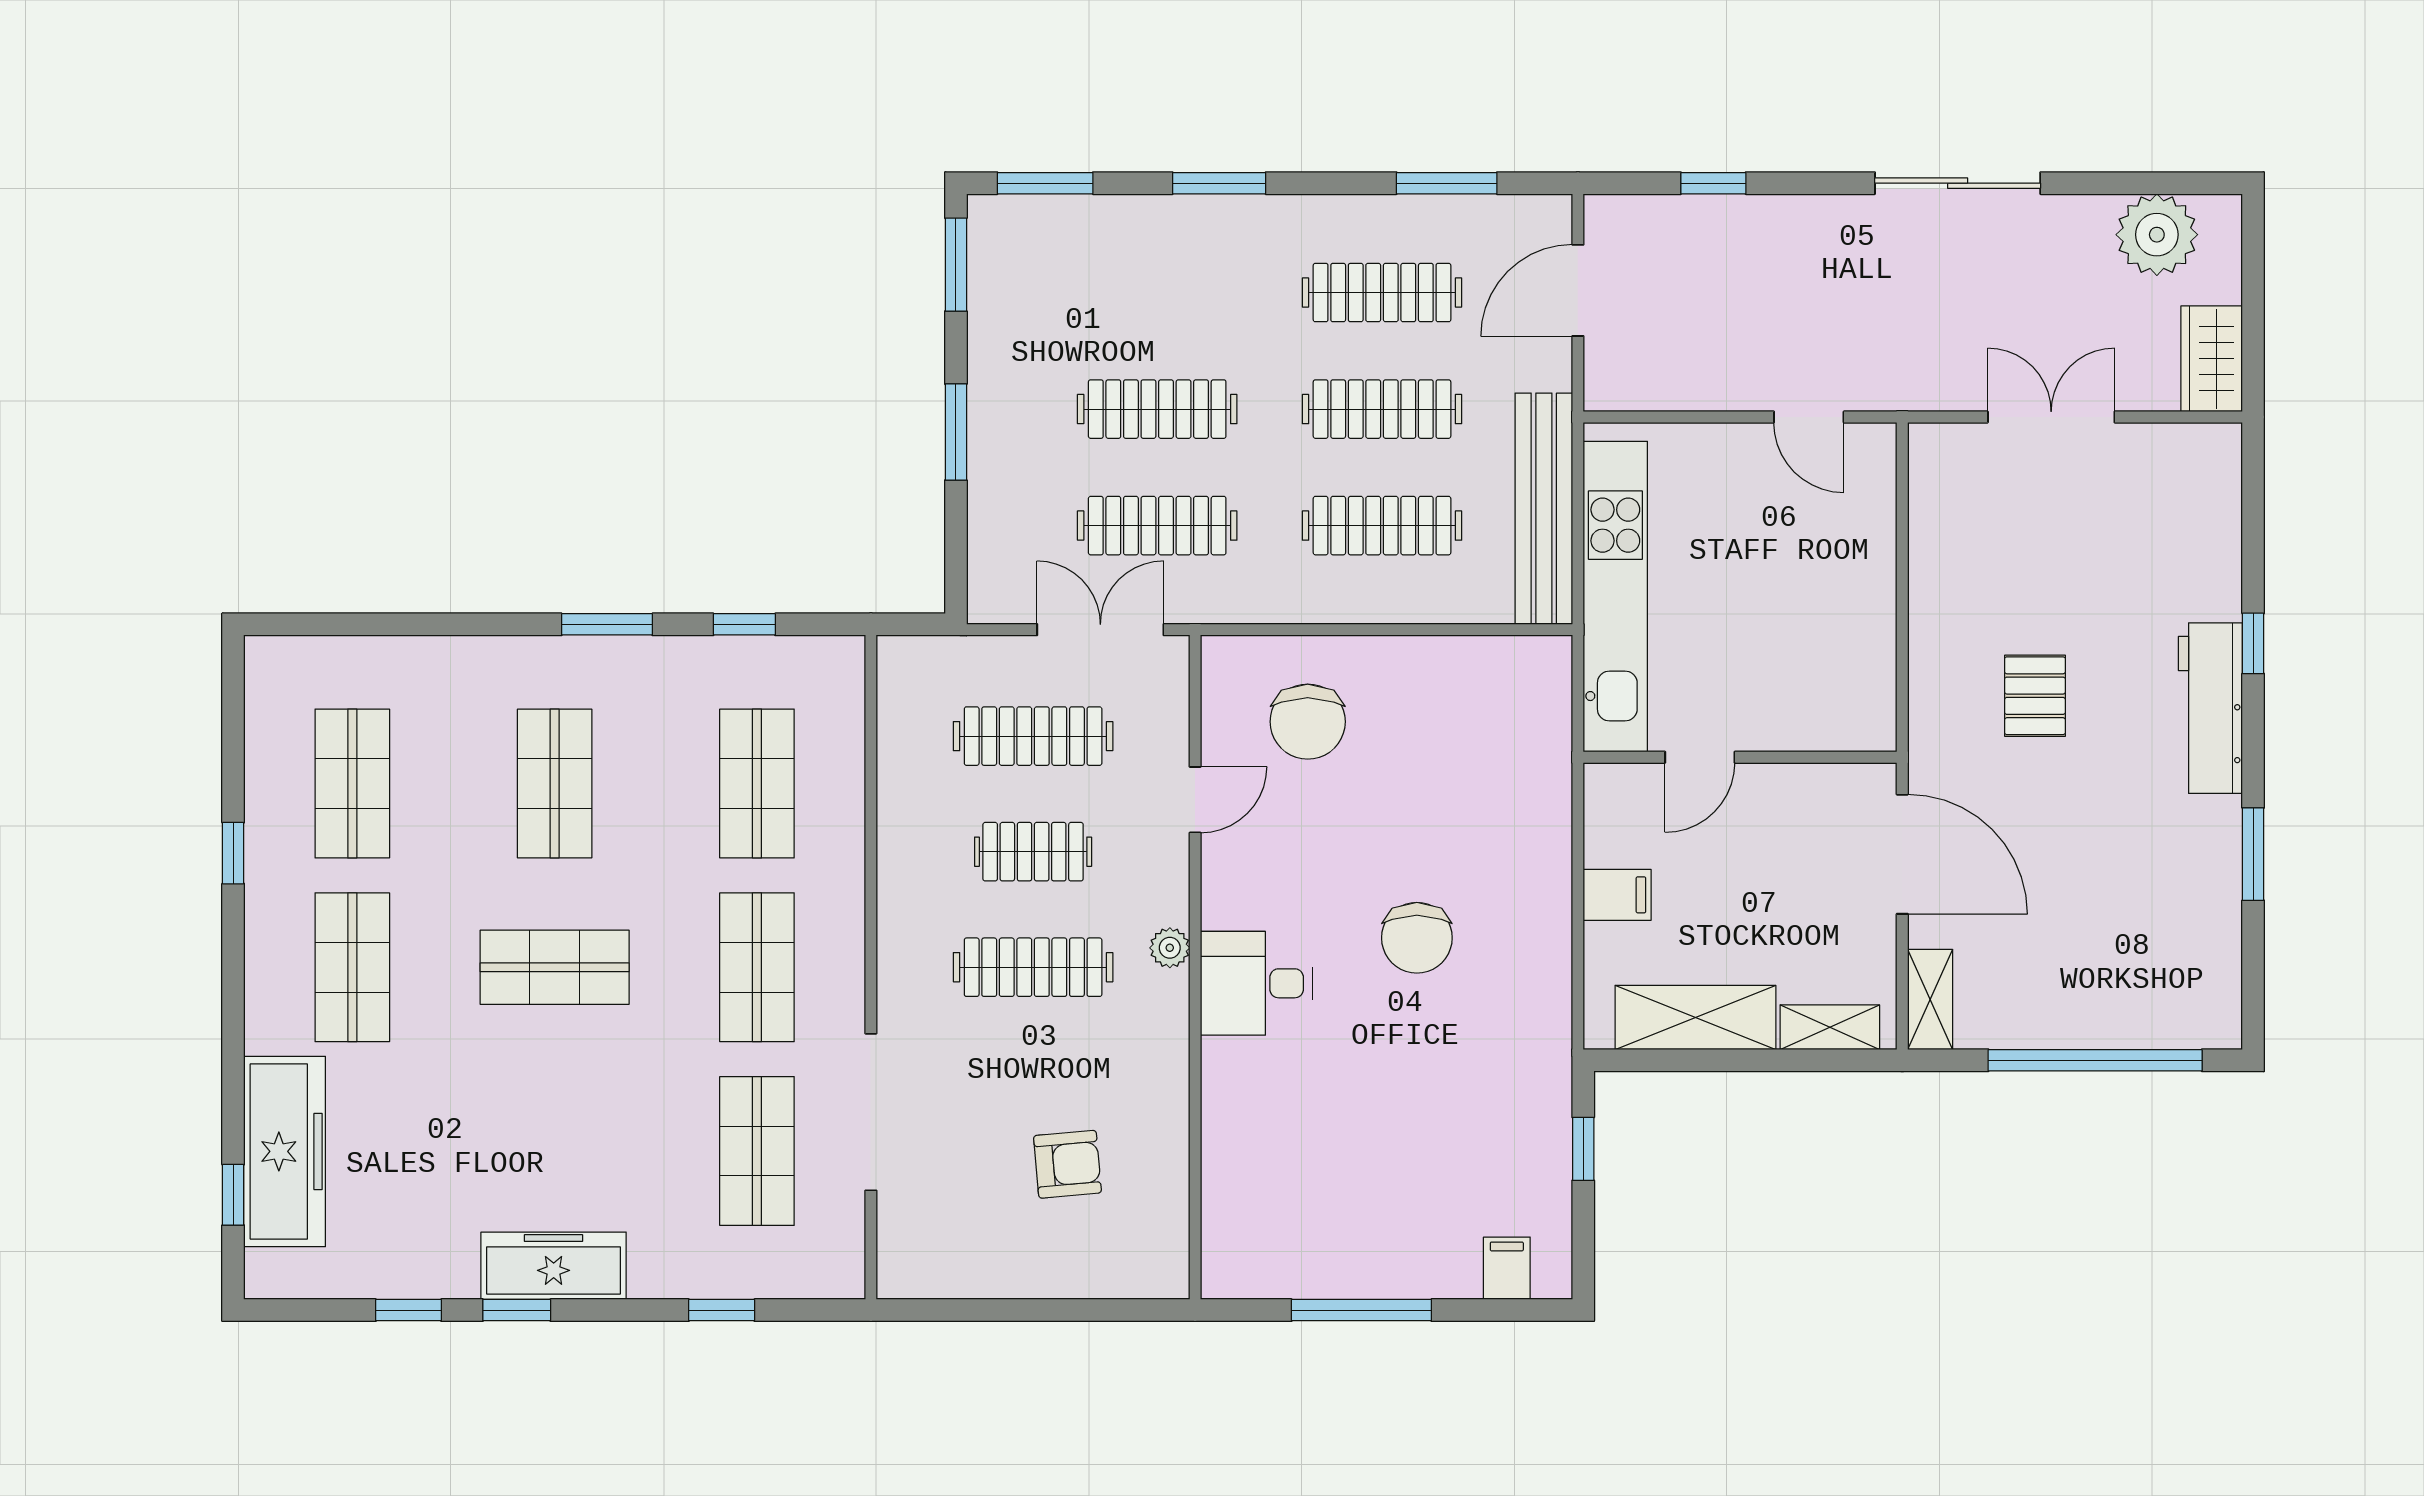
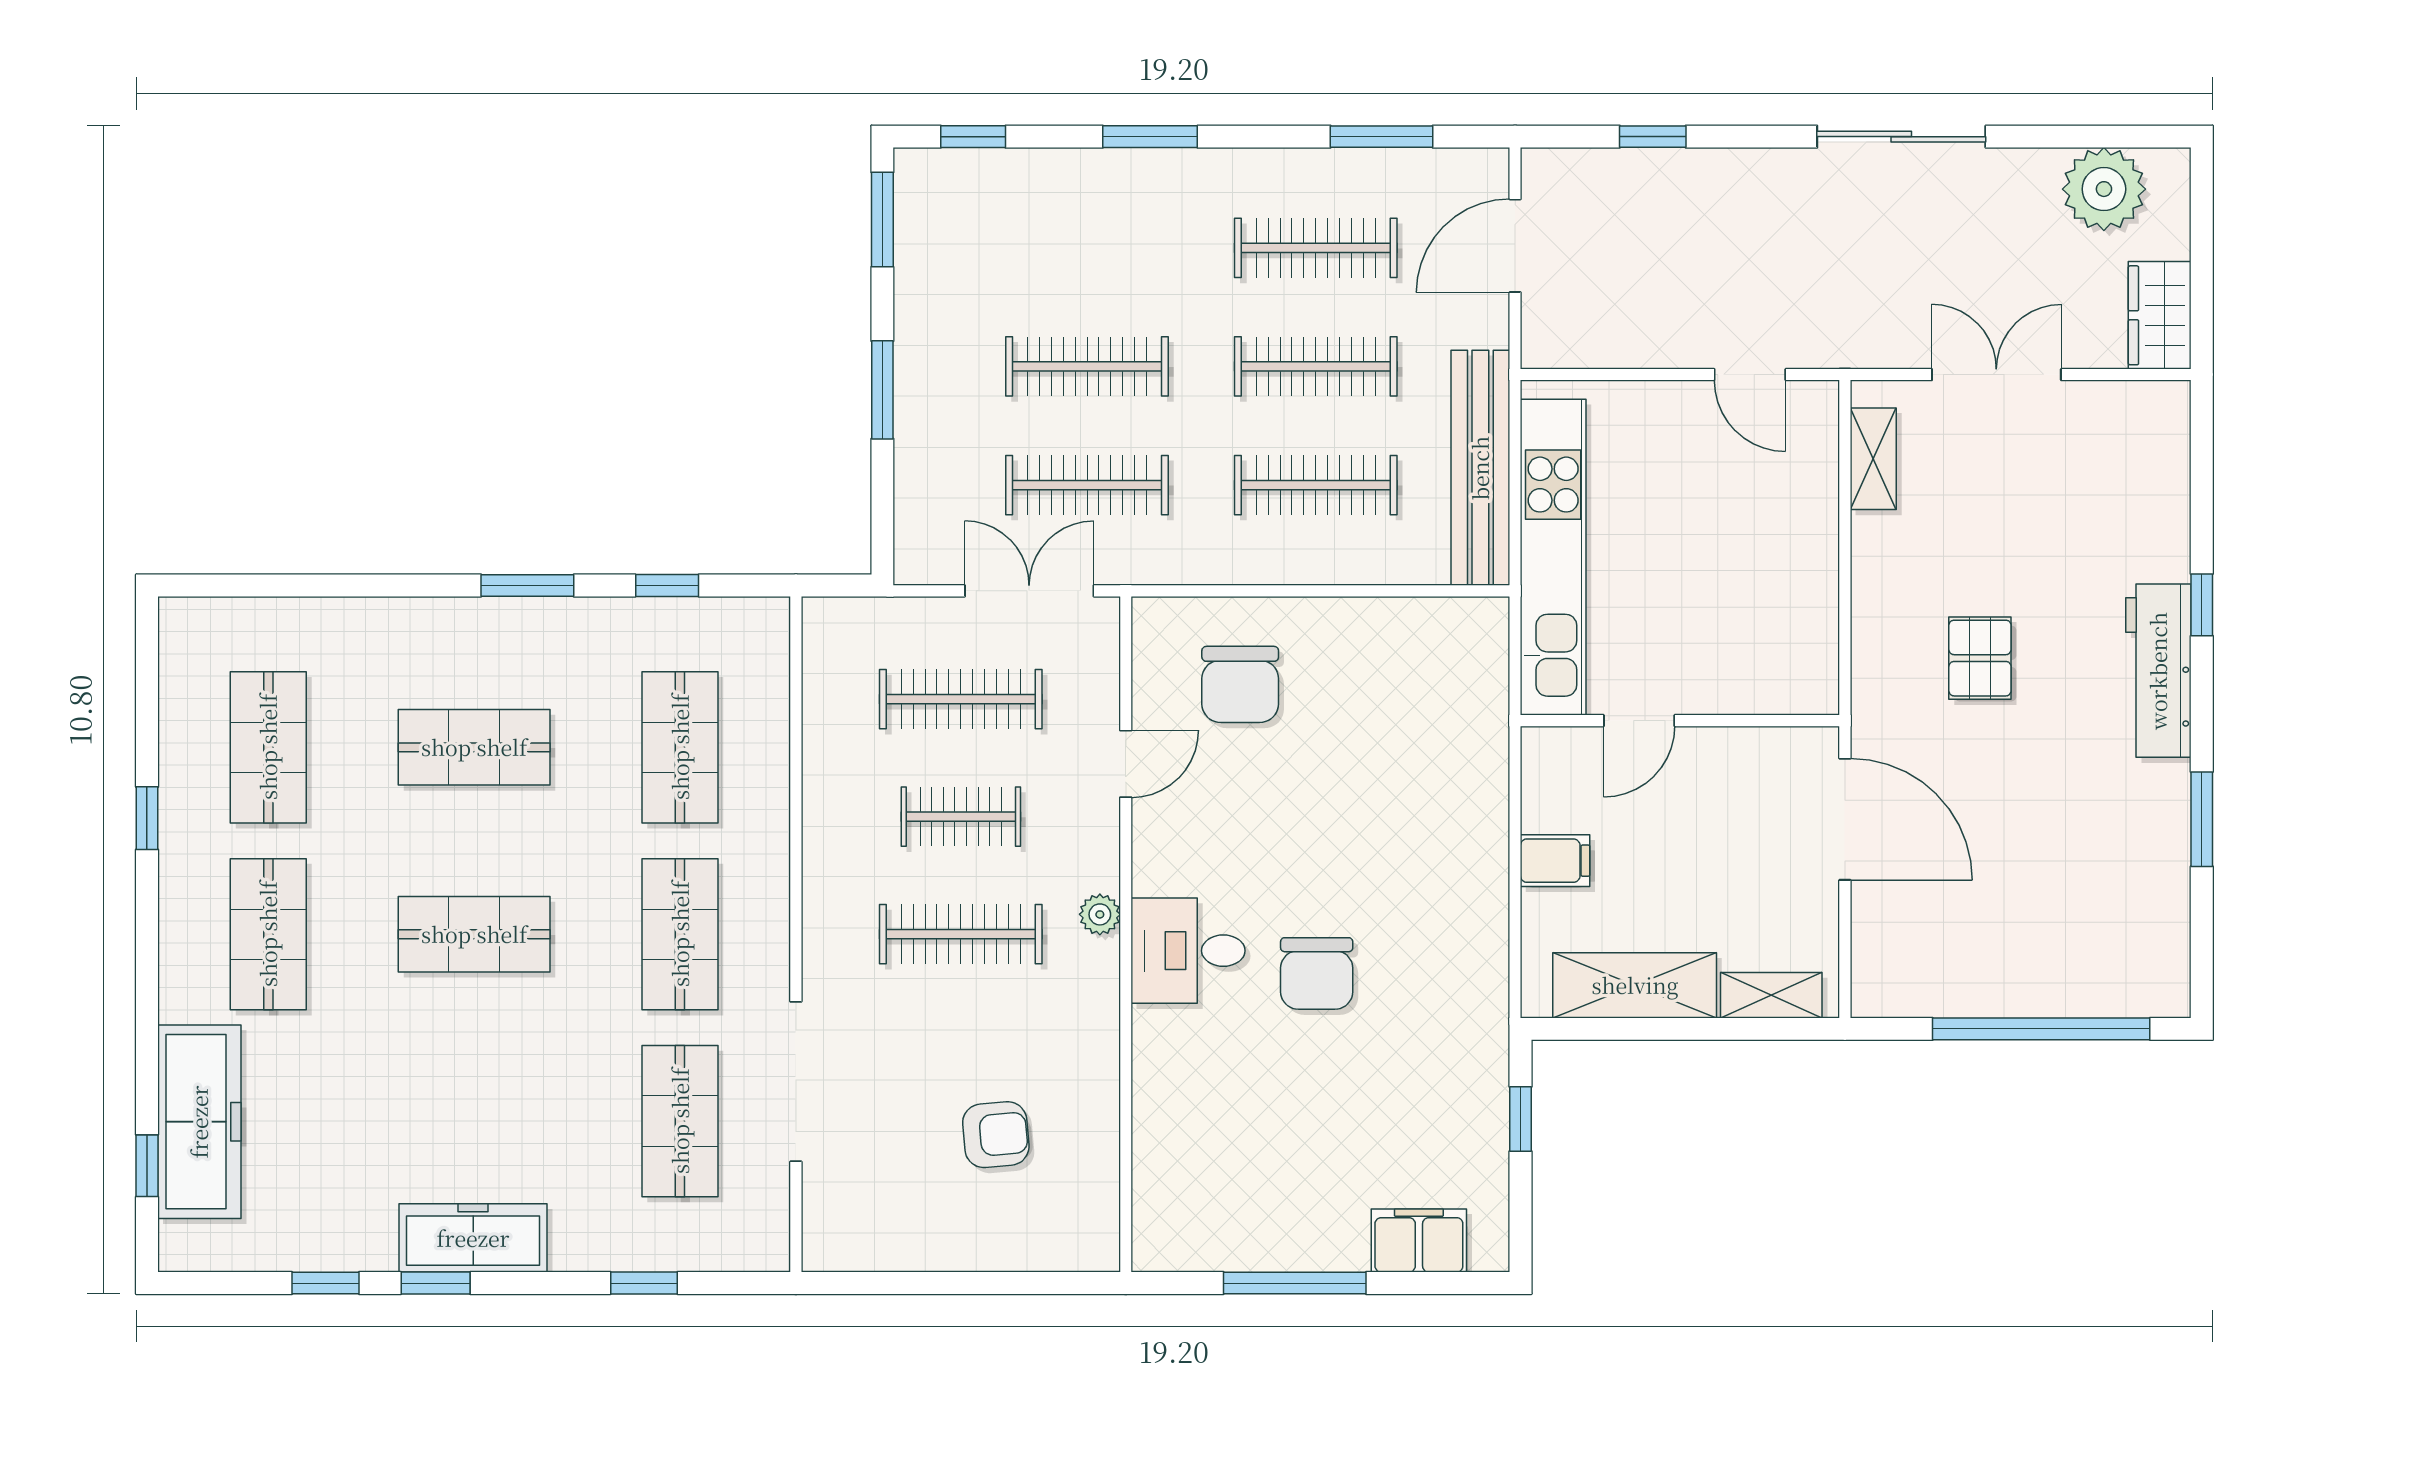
window: (1045, 183) -> (973, 137), width x0.67
shop shelf: (555, 783) -> (474, 747), turned 90
chair: (1417, 938) -> (1317, 973), moved
shelving: (1930, 1000) -> (1873, 459), moved
filing cabinet: (1507, 1268) -> (1419, 1240), width x2.00

